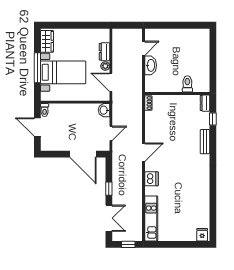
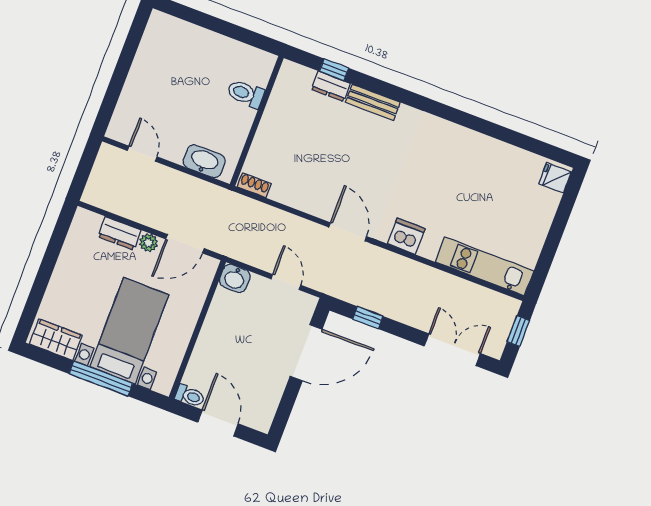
washbasin: (151, 65) -> (204, 161), moved
dresser: (205, 103) -> (331, 86), moved
door: (37, 127) -> (218, 423), swing flipped
window: (109, 189) -> (368, 318), moved

